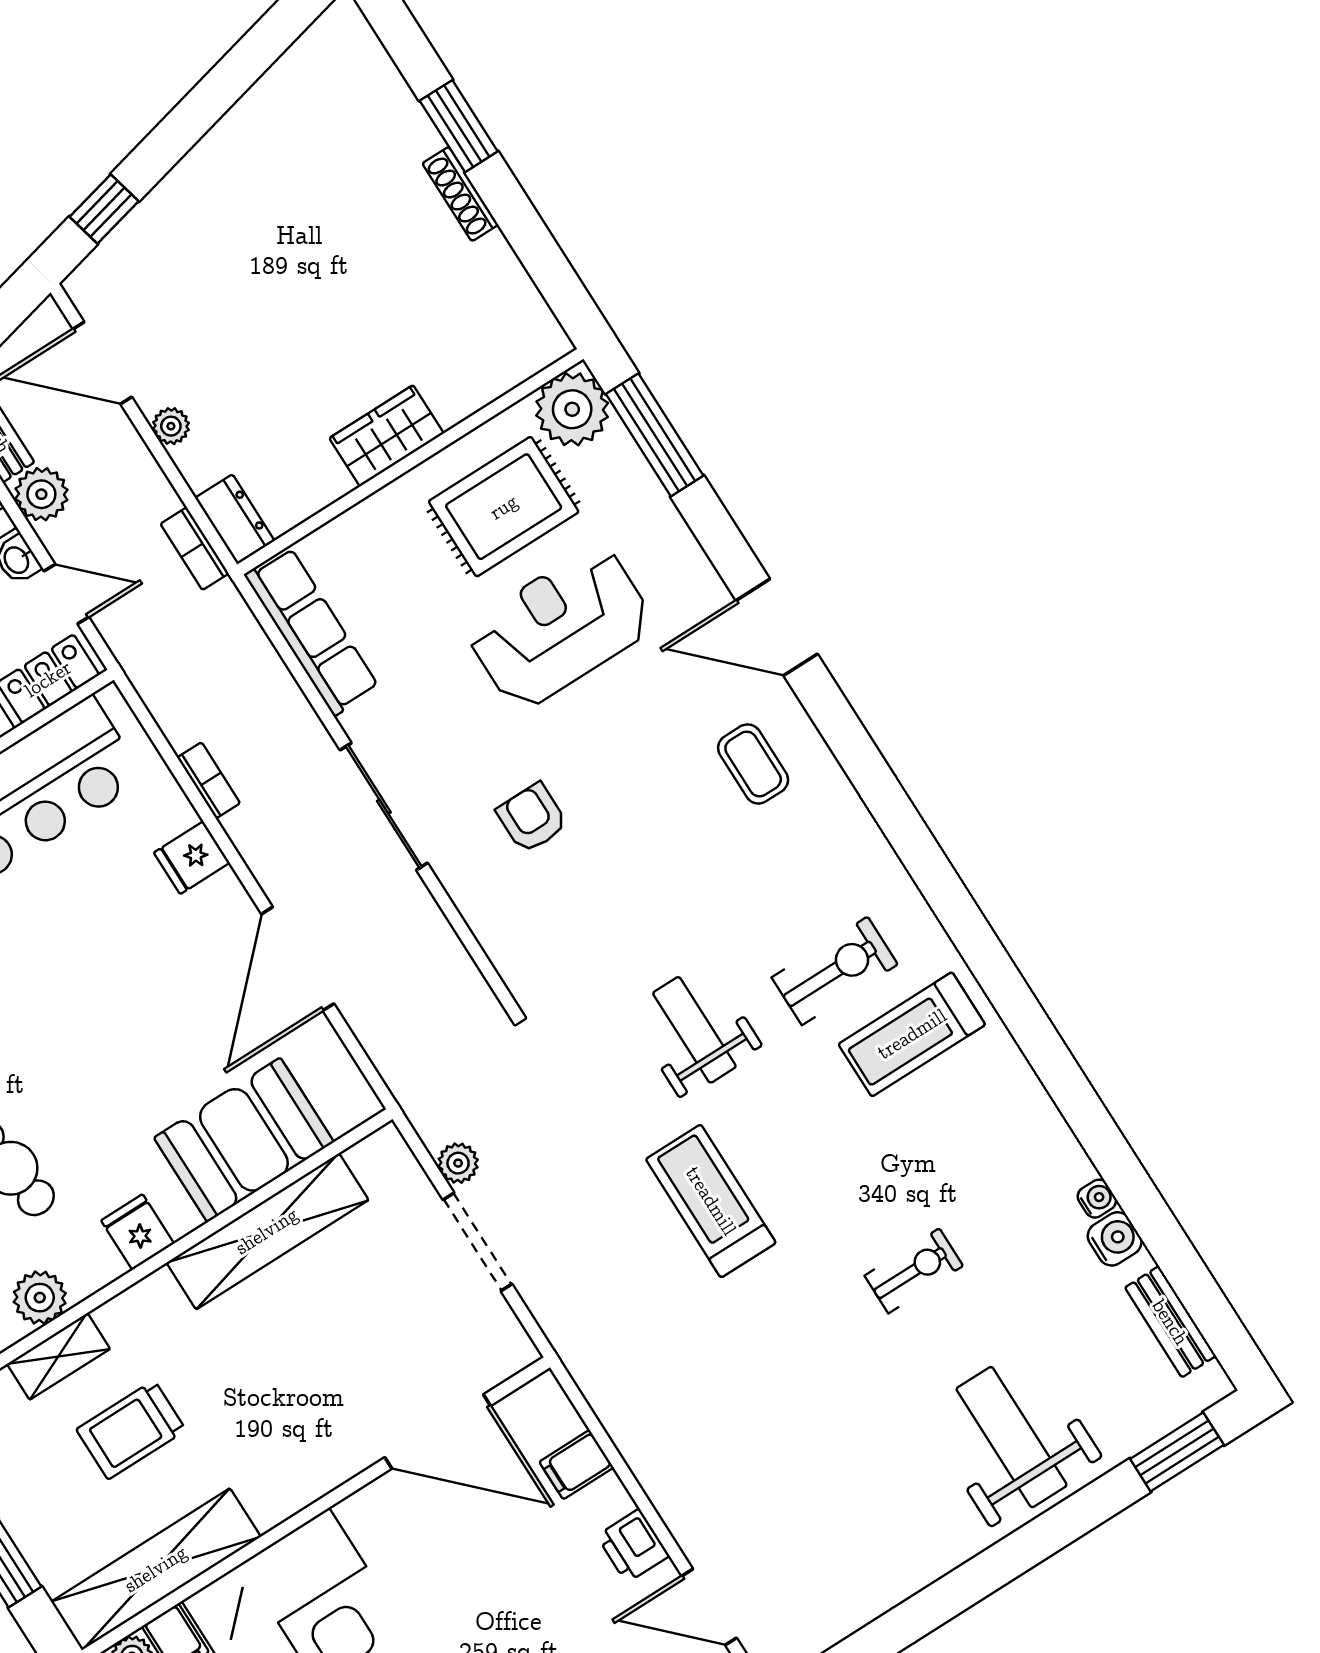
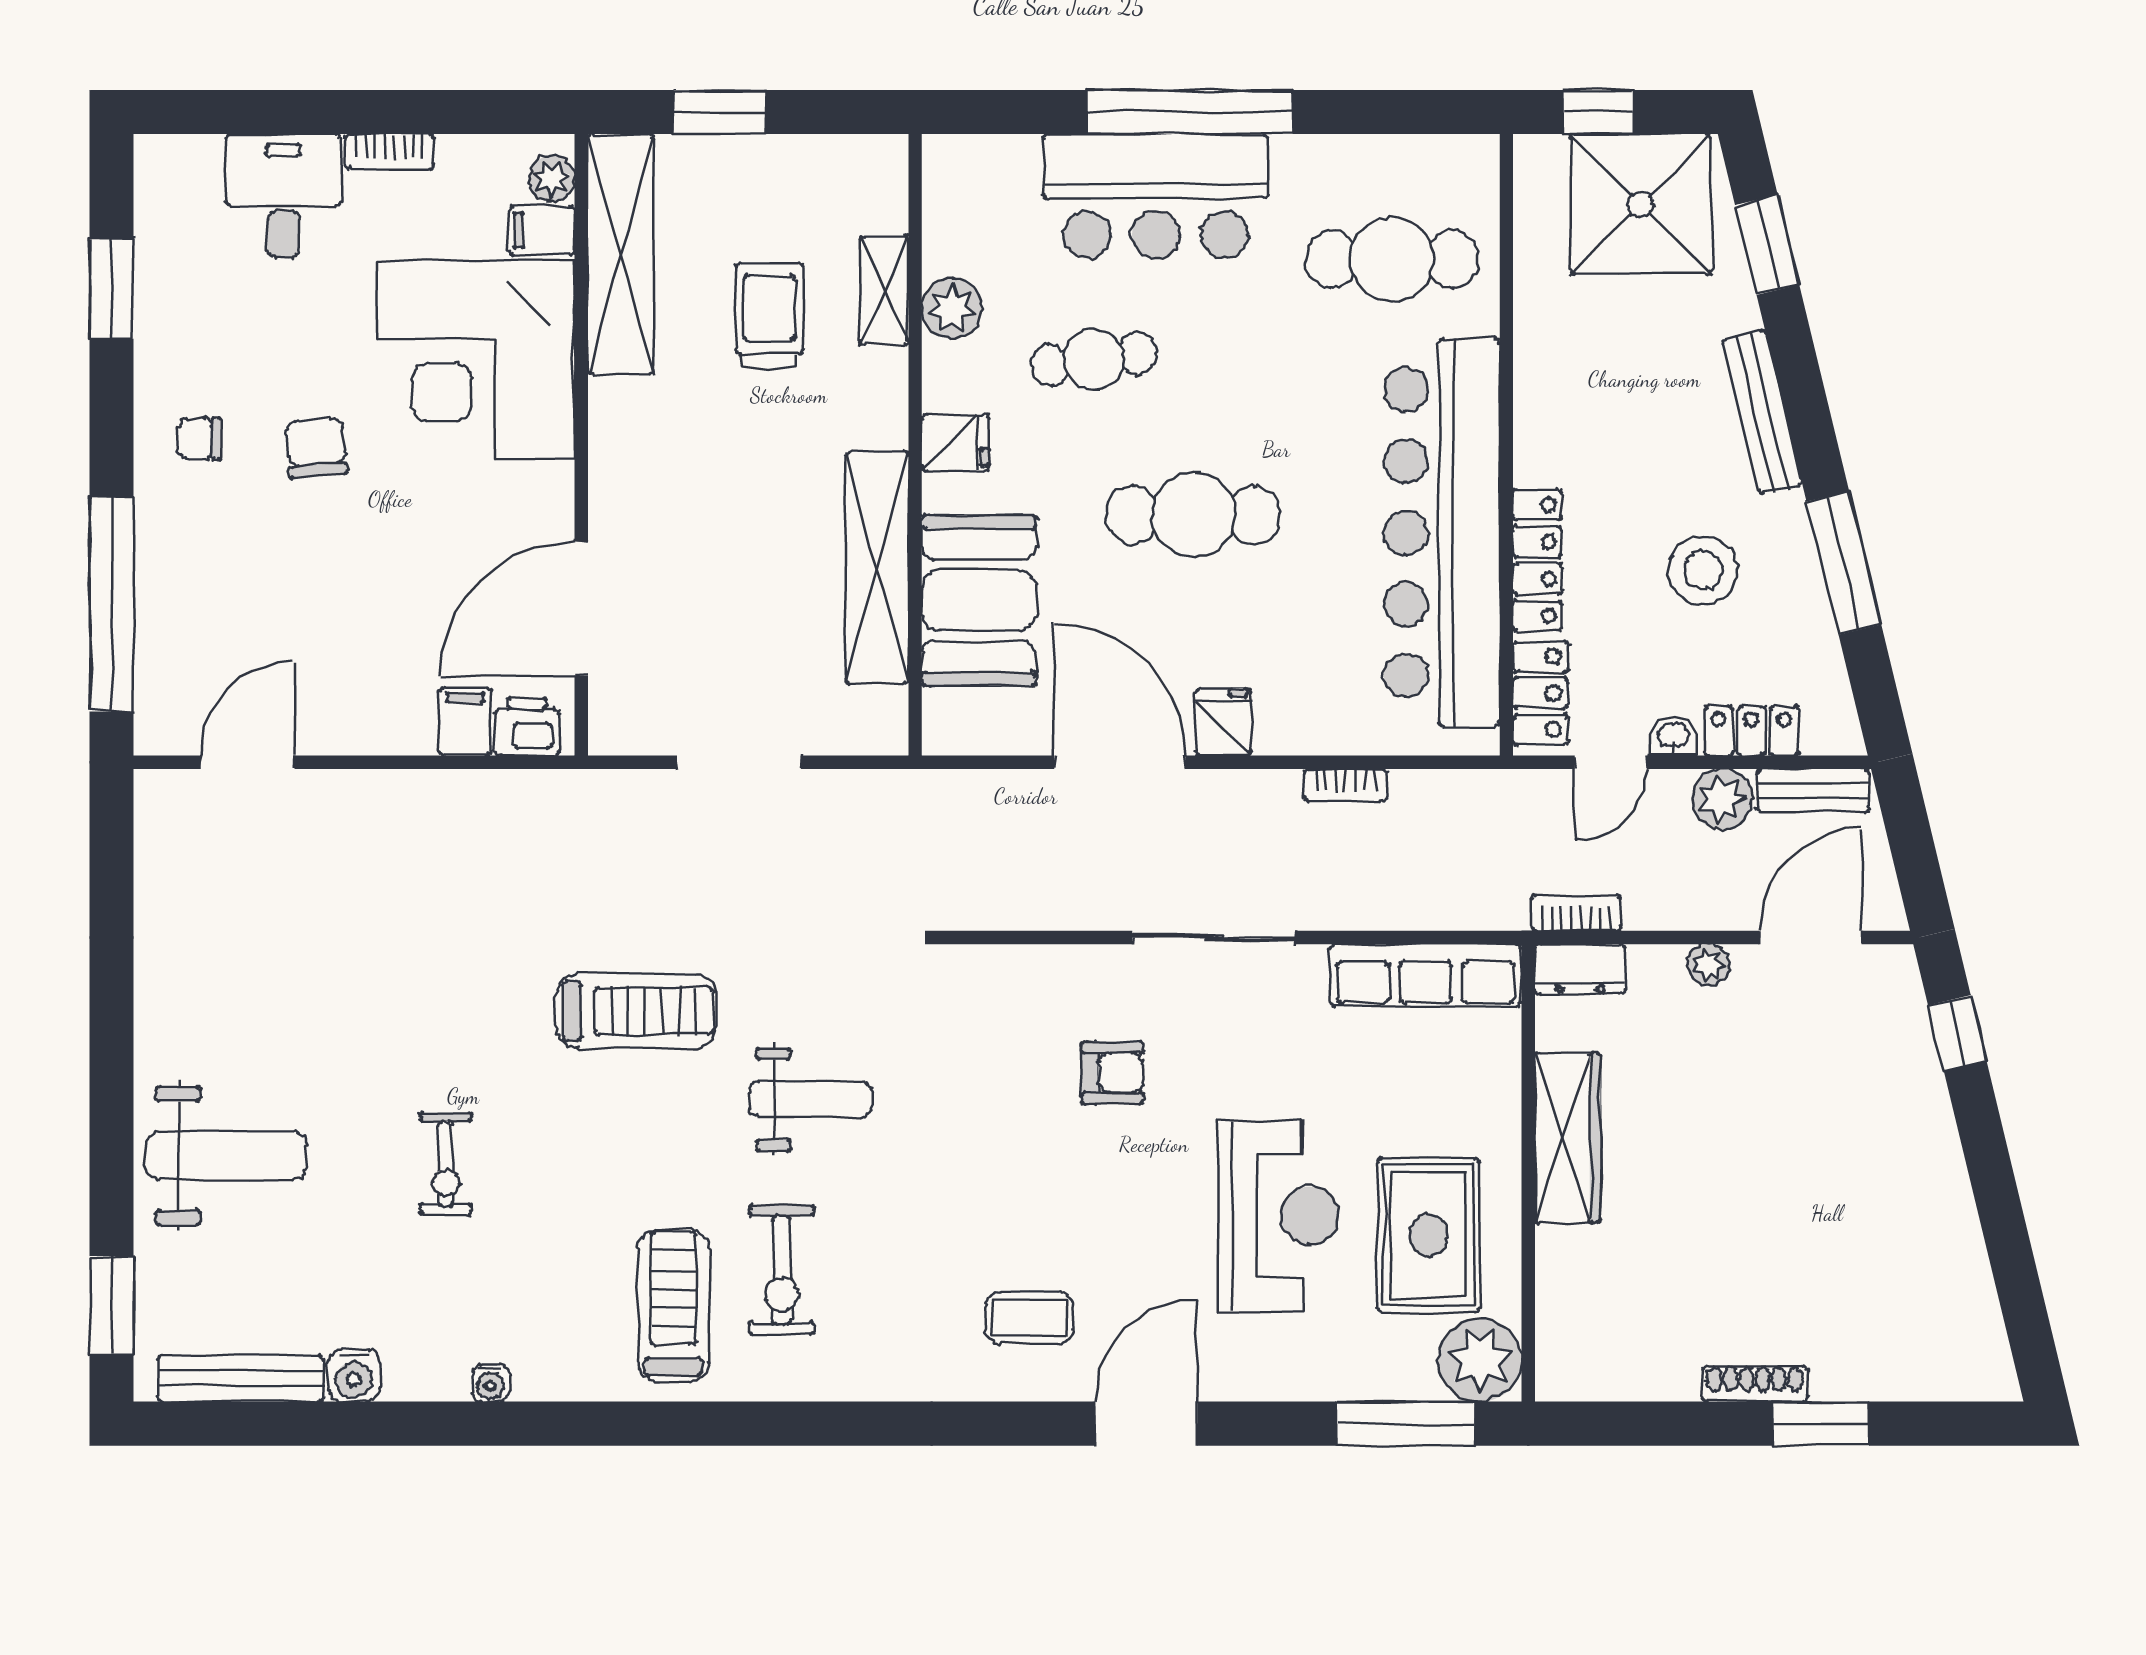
wardrobe: (387, 436) -> (1568, 1138), width x1.50
fridge: (192, 858) -> (1223, 722), moved
cafe table: (79, 1021) -> (1193, 515), added
plant: (458, 1163) -> (826, 792), removed
water cooler: (1097, 1199) -> (491, 1383), moved
bench: (1170, 1322) -> (240, 1379), width x1.36
printer: (633, 1546) -> (527, 726), moved

